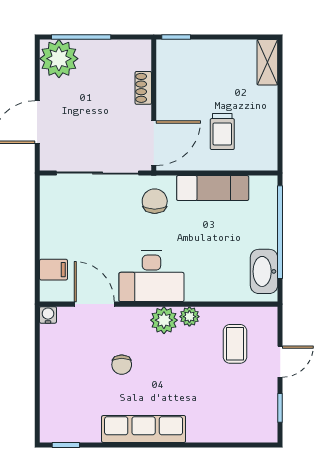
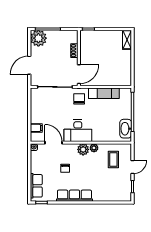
trolley: (222, 131) -> (108, 69), removed
row of seats: (54, 406) -> (36, 186), added

